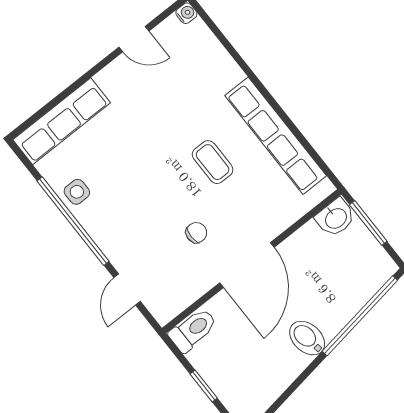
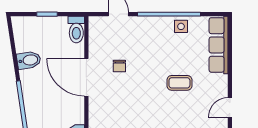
coffee table: (213, 162) -> (179, 83), moved
bidet: (307, 338) -> (29, 60), moved

